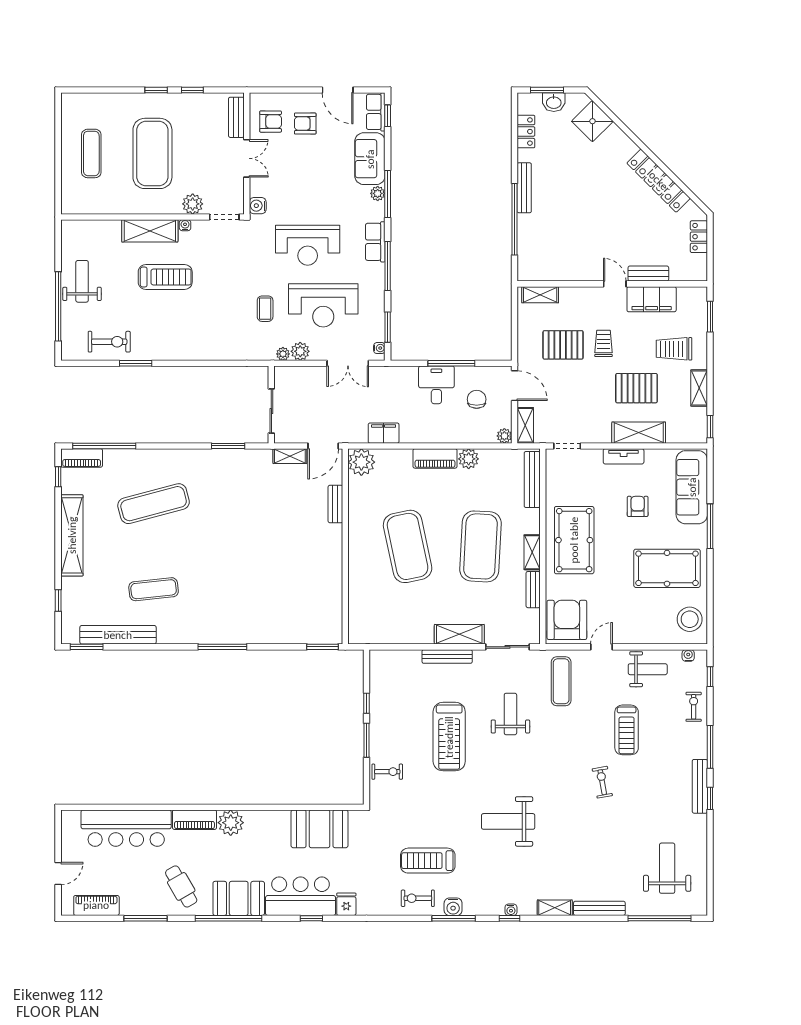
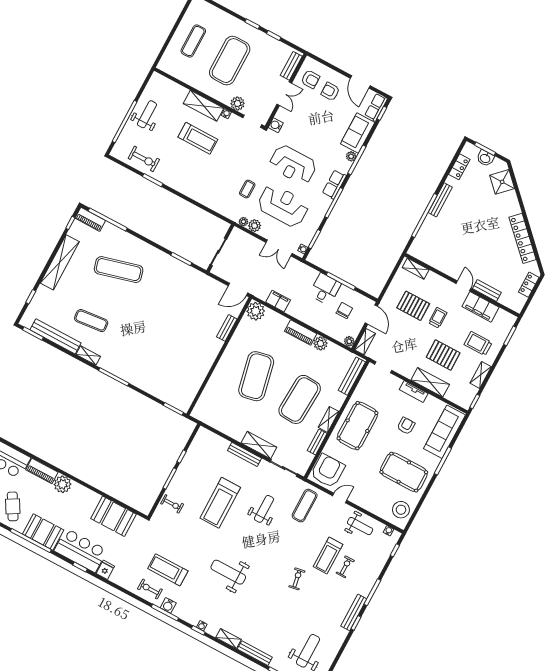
reception desk: (323, 305) -> (283, 206), turned 180
shelving: (290, 456) -> (88, 355), moved
exercise bike: (694, 707) -> (345, 567), moved

